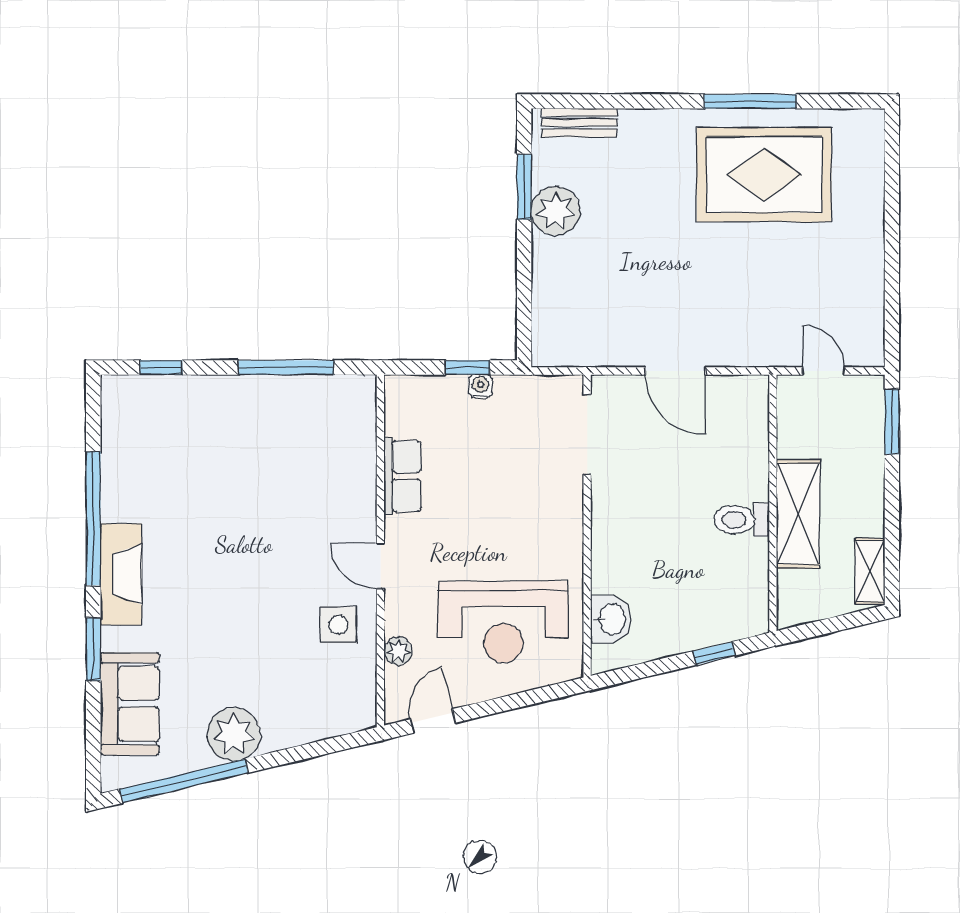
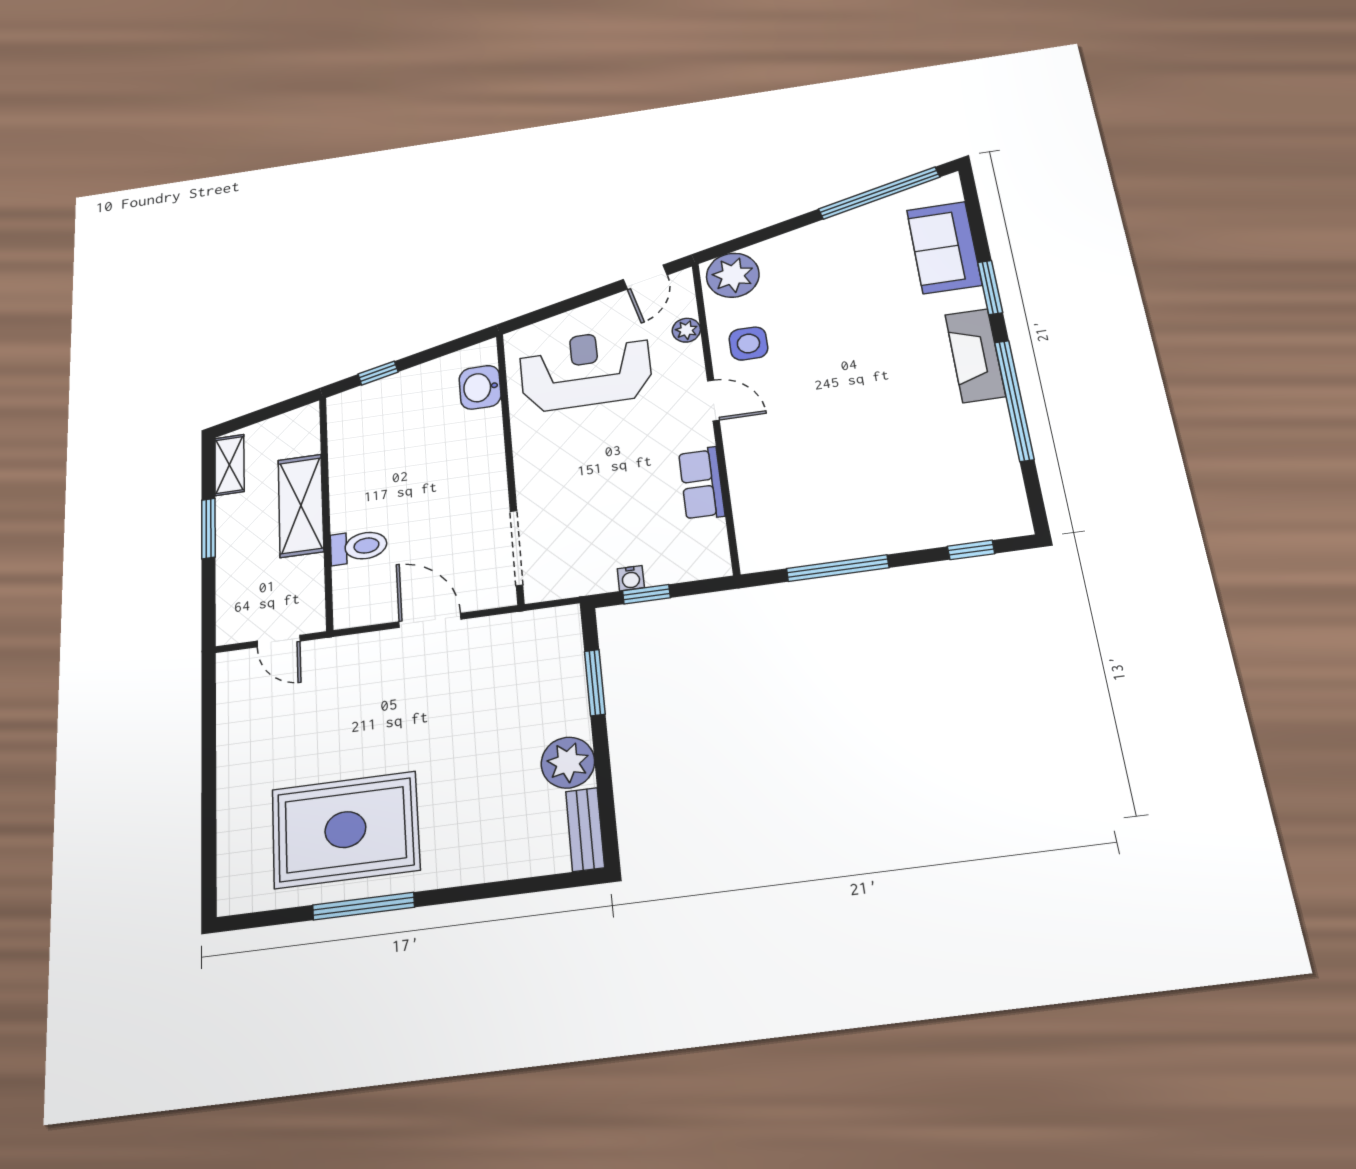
bench: (579, 123) -> (585, 829), moved, turned 90
window: (524, 187) -> (595, 682), moved
window: (892, 422) -> (208, 528), moved
toilet: (742, 520) -> (359, 547), moved
plant: (234, 734) -> (733, 275), moved

